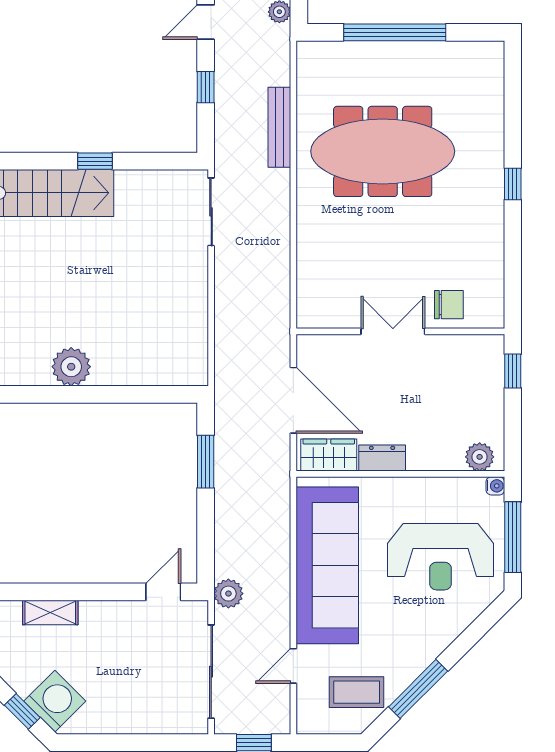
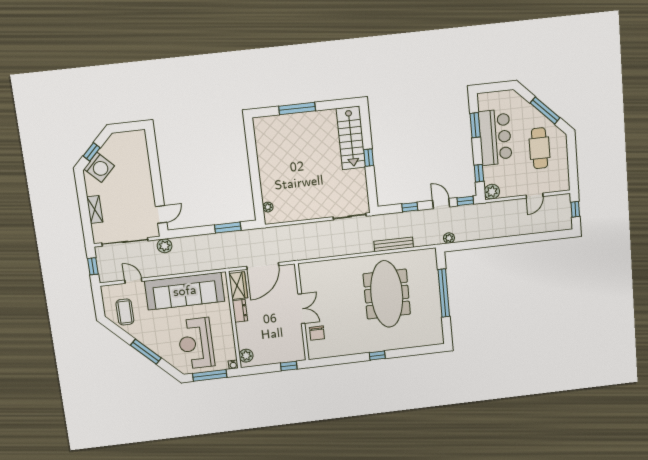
plant: (71, 367) -> (268, 207), moved, width x0.53, depth x0.53
door: (163, 592) -> (161, 214), hinge flipped
shelving: (50, 612) -> (95, 209), moved
window: (418, 689) -> (146, 352), moved

